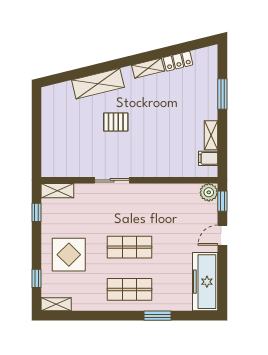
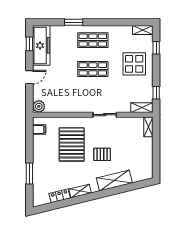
shelving: (211, 135) -> (148, 127), moved
pallet: (161, 136) -> (72, 144), added
window: (222, 201) -> (29, 44), moved

